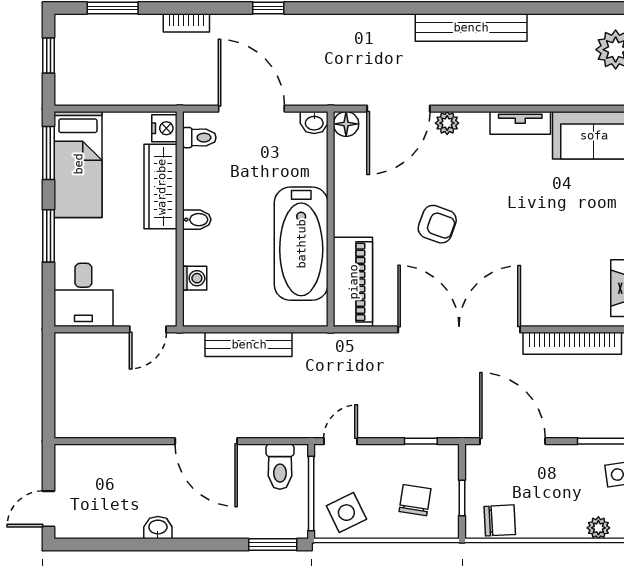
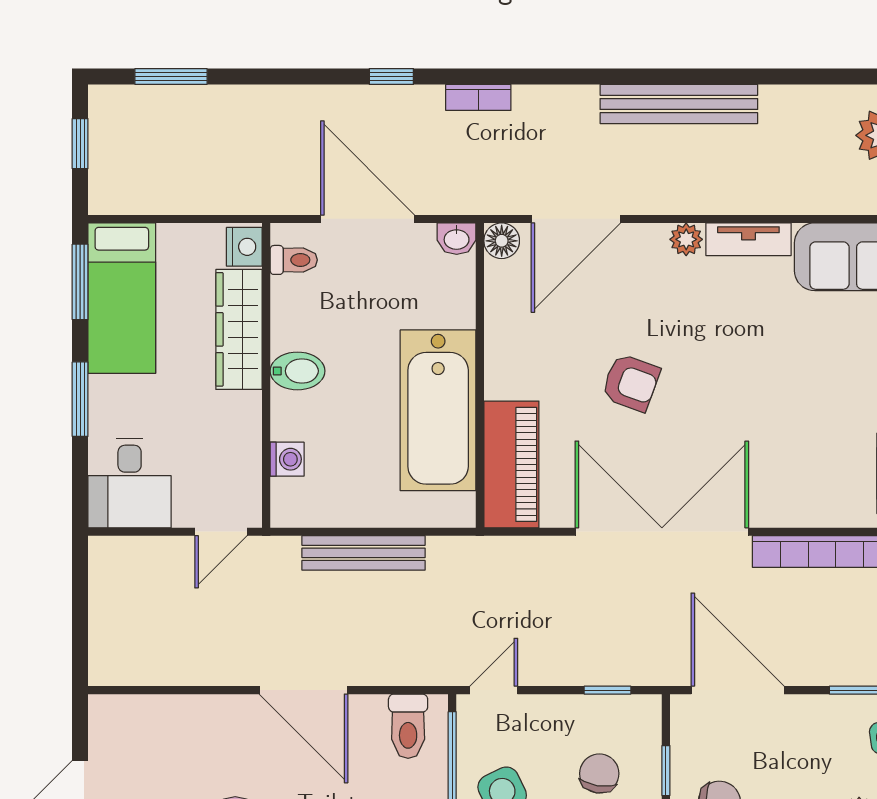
bookcase: (186, 23) -> (478, 97), moved
plant: (447, 123) -> (686, 239), moved
bidet: (197, 220) -> (297, 371), width x1.38, depth x1.36

